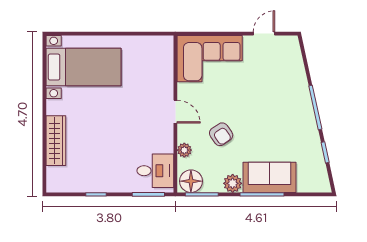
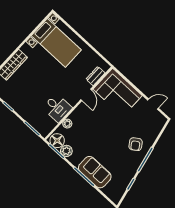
dresser: (166, 64) -> (95, 76), added
door: (175, 112) -> (86, 95), moved
armchair: (221, 134) -> (136, 144), moved
desk: (155, 171) -> (57, 108), moved
plant: (233, 183) -> (66, 151), moved

